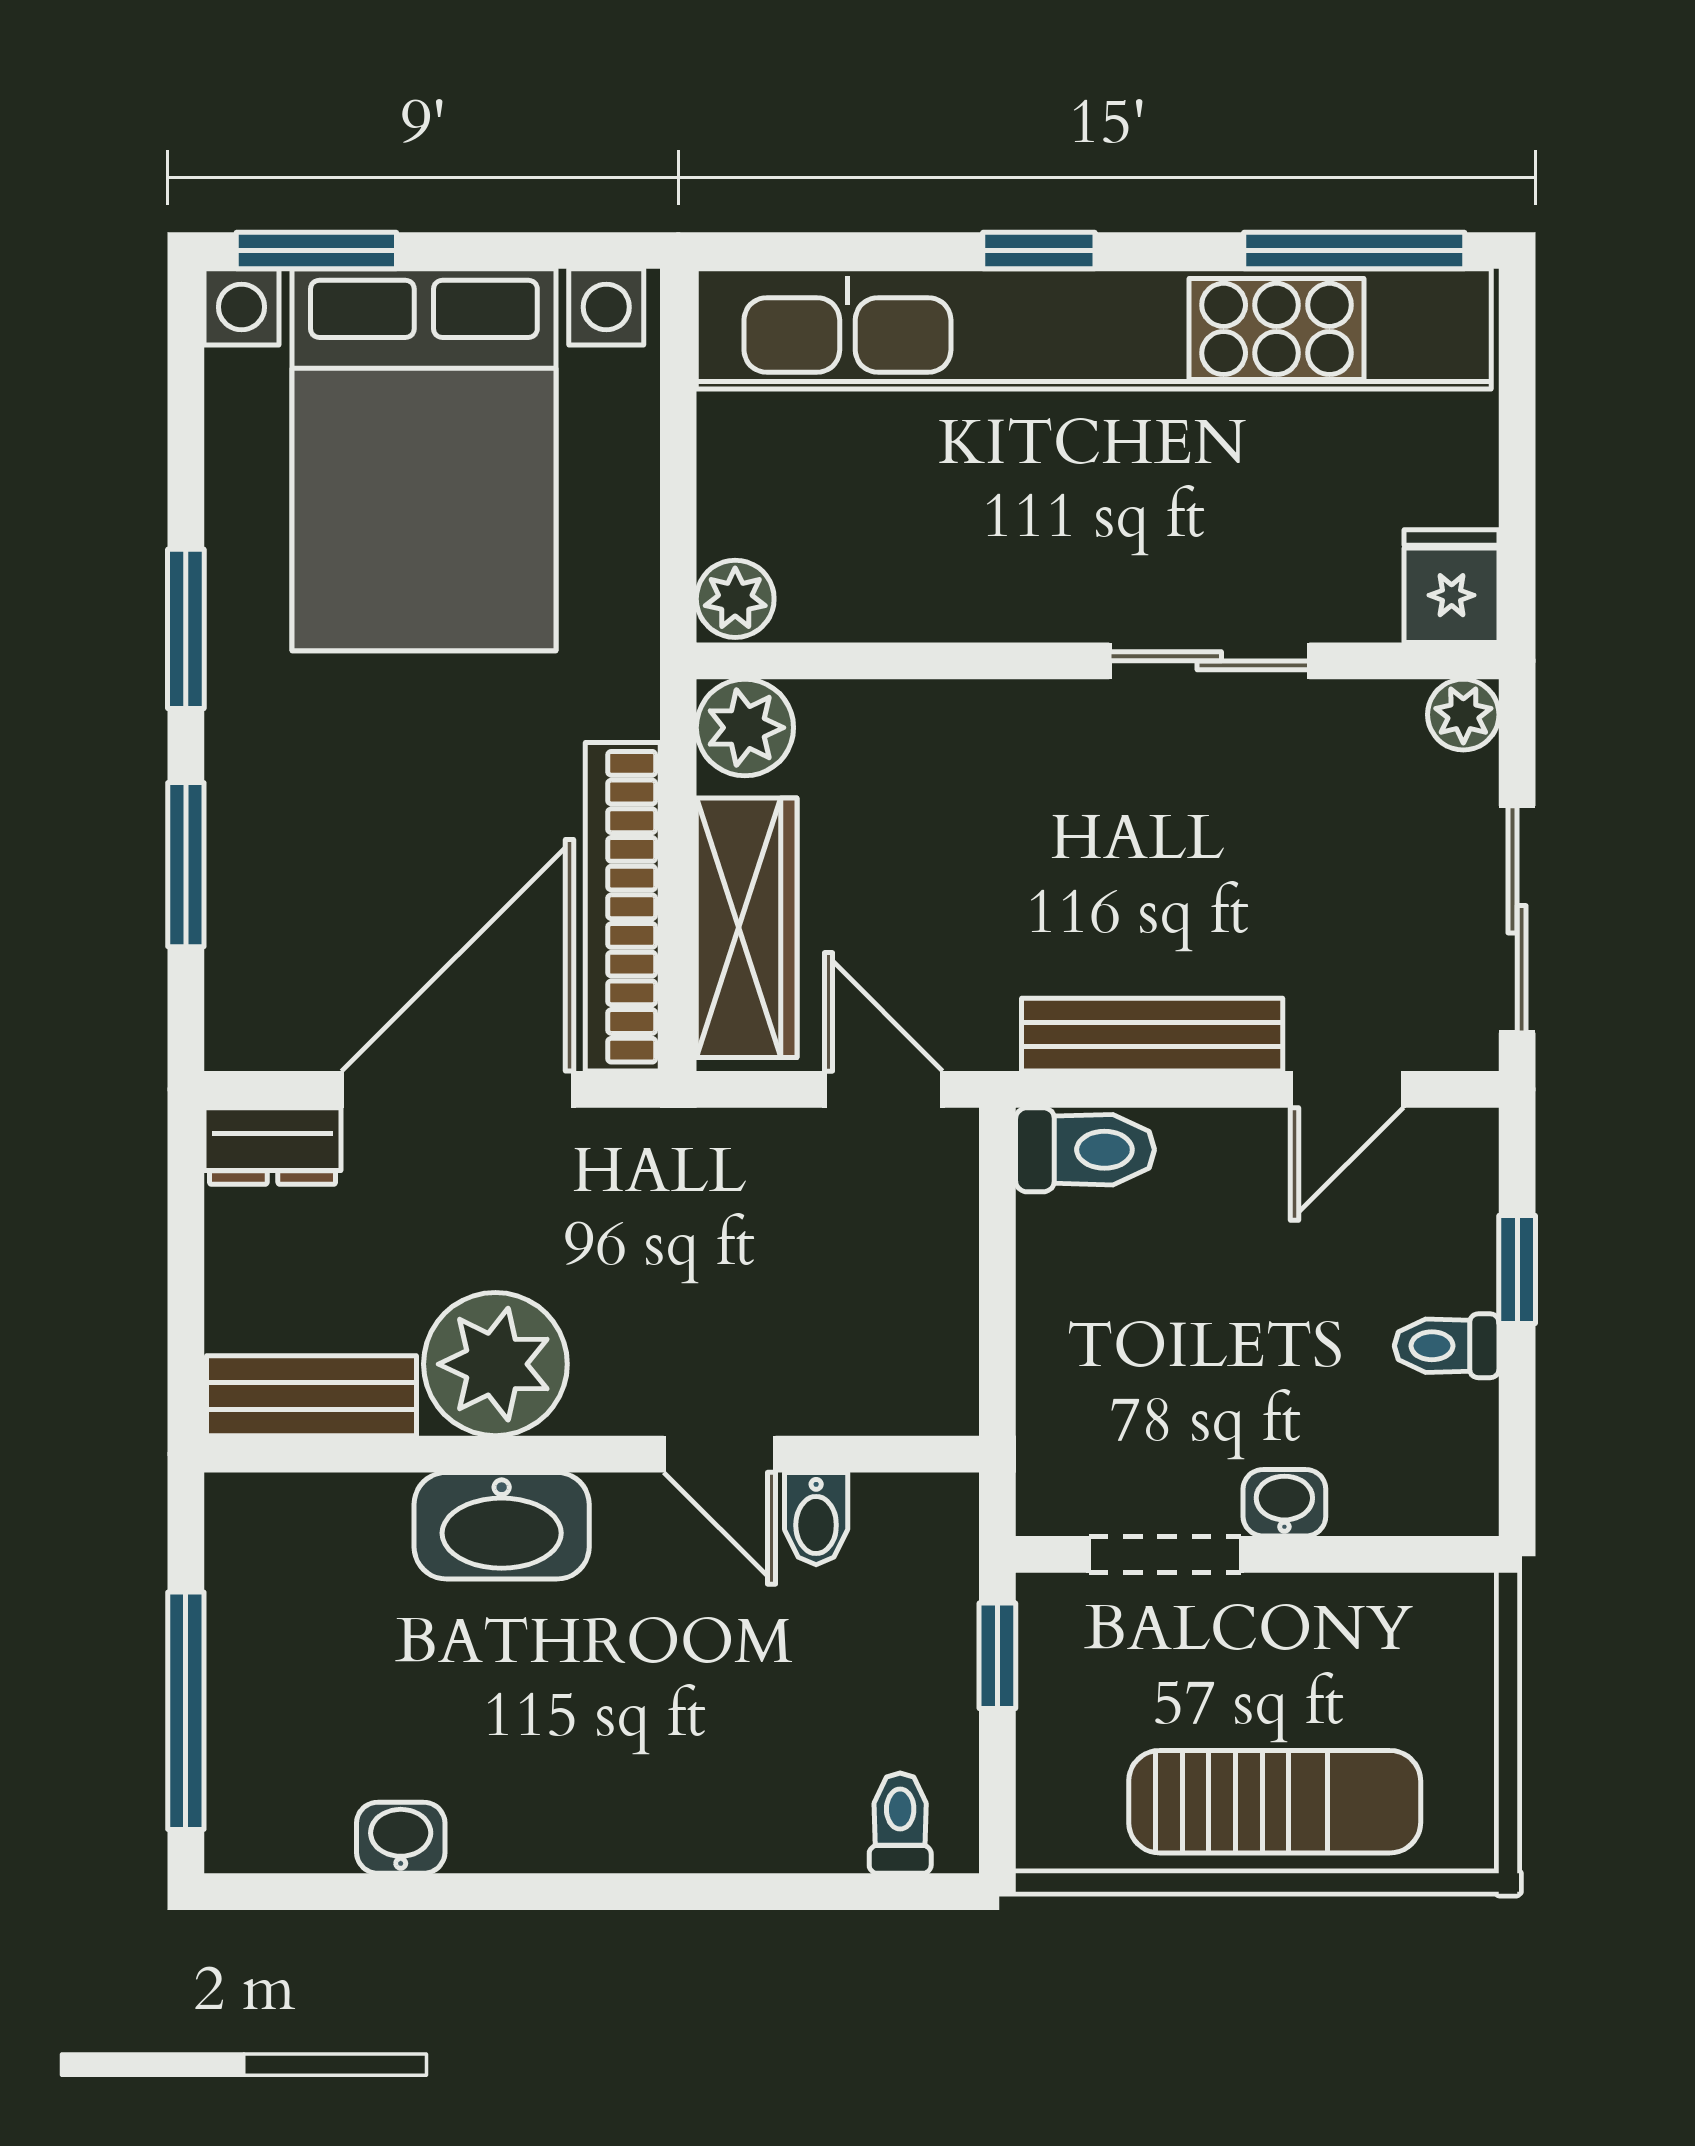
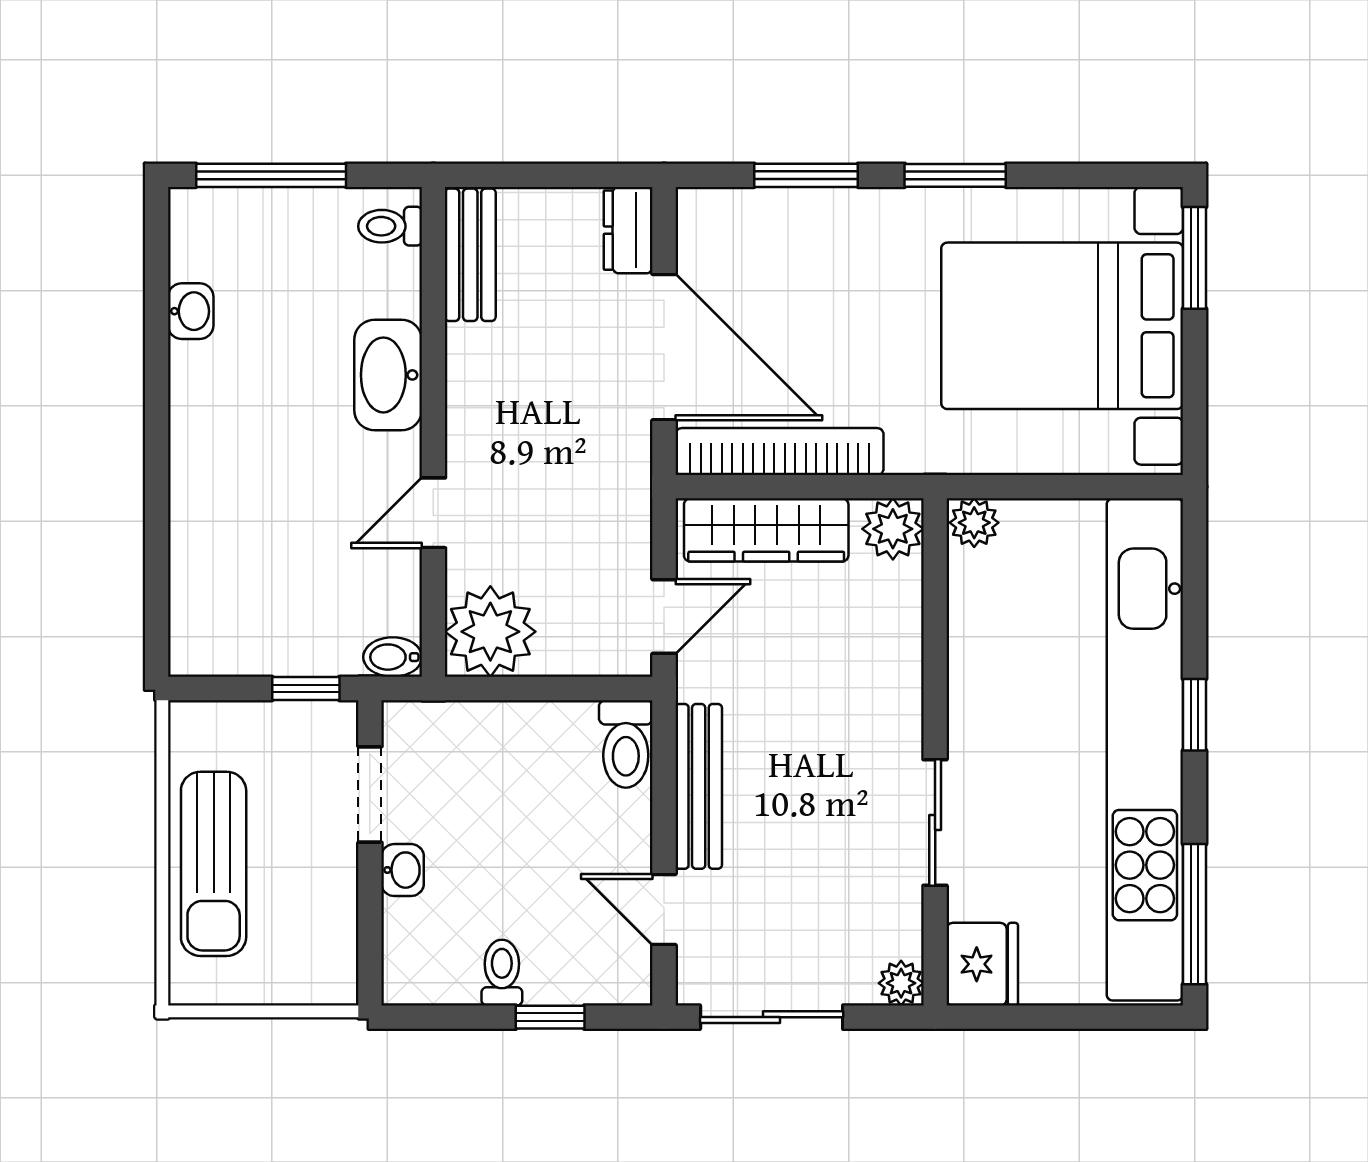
fridge: (1452, 586) -> (982, 964), width x1.38
plant: (495, 1364) -> (490, 632), moved
bidet: (816, 1519) -> (393, 657), moved
toilet: (900, 1823) -> (390, 226), moved, turned 180

